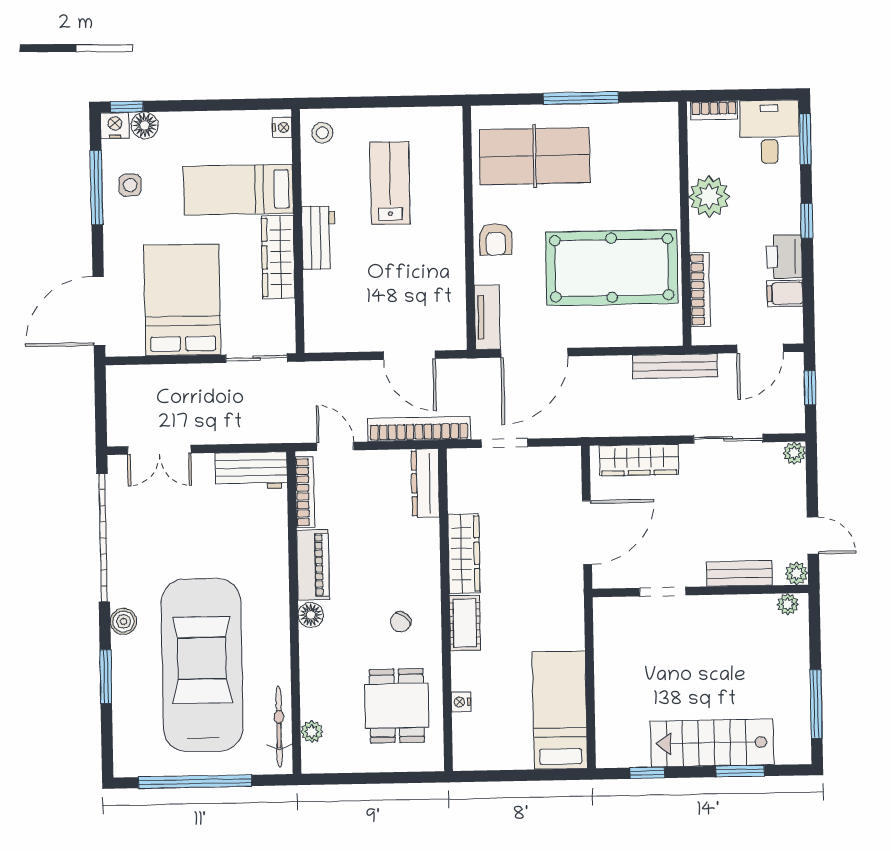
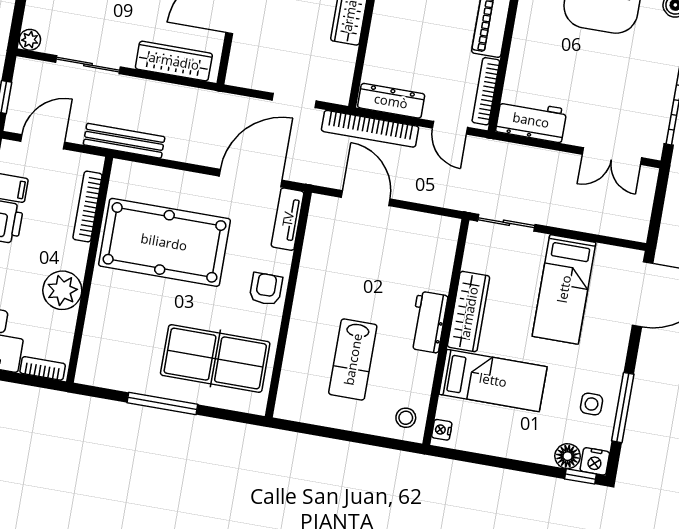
bed: (182, 300) -> (564, 289), width x0.67
double door: (159, 450) -> (612, 156), swing flipped
dresser: (425, 483) -> (391, 101), moved, turned -90

